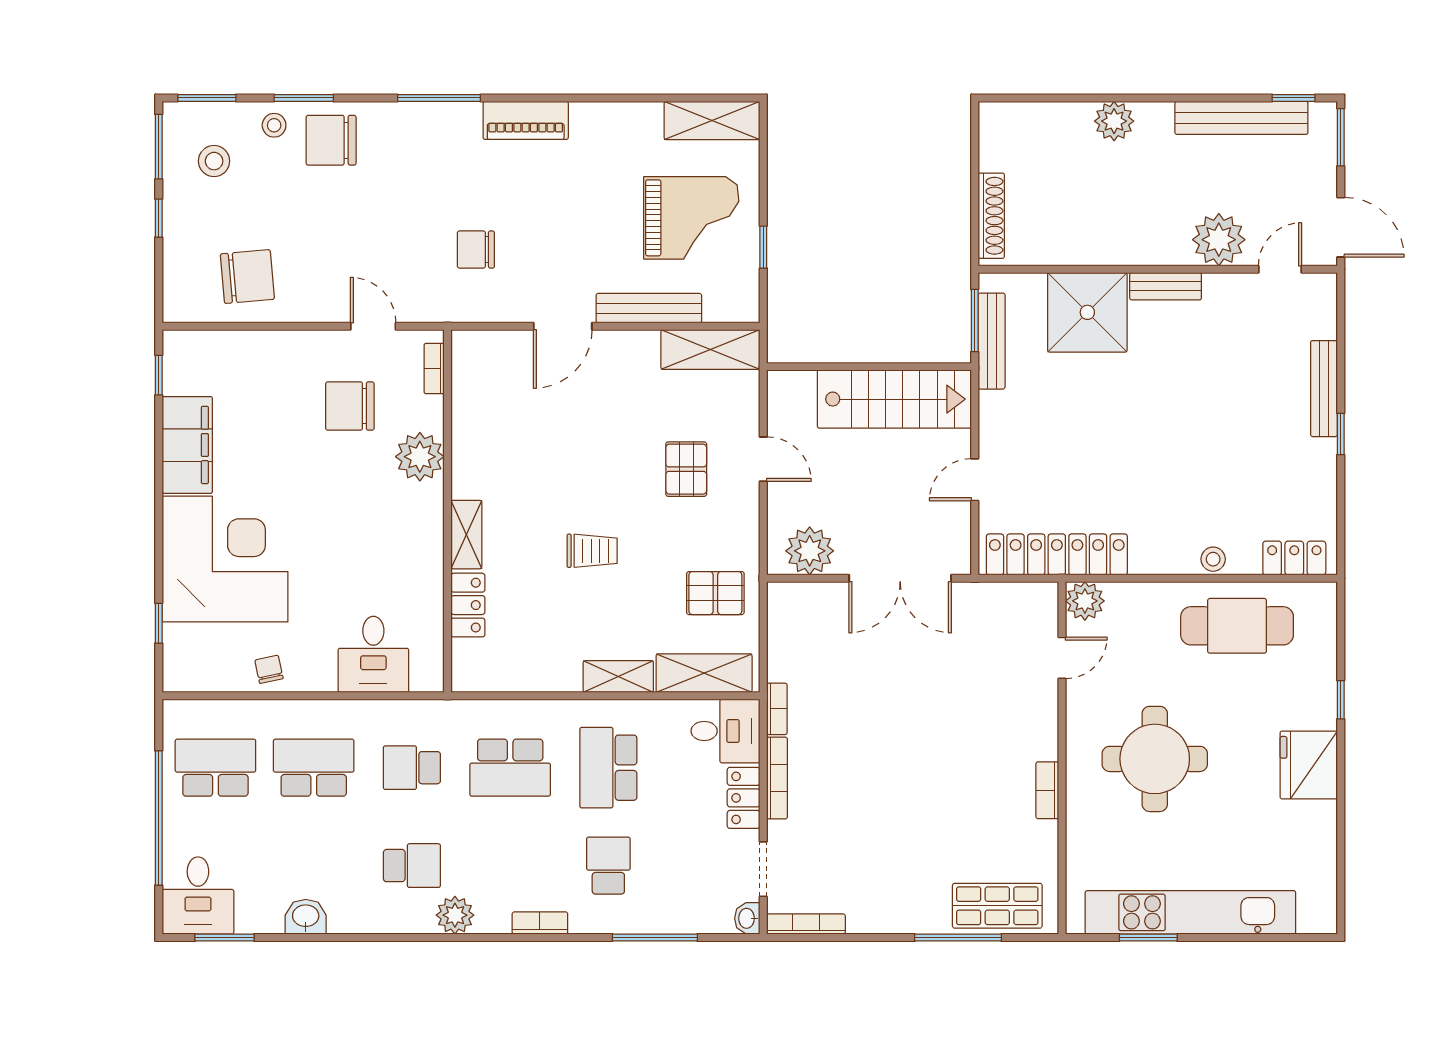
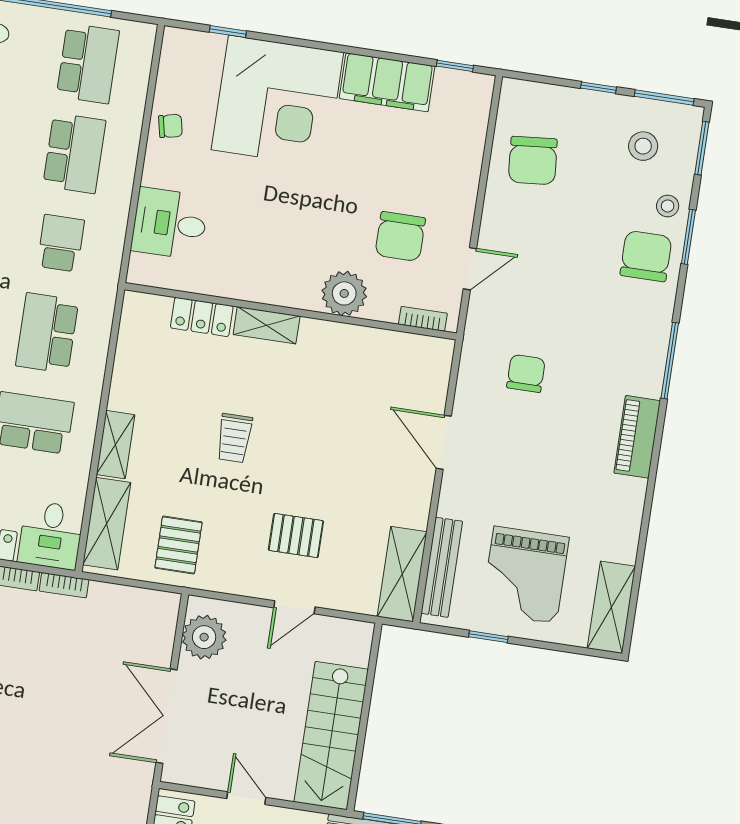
bench: (649, 308) -> (442, 567), moved
chair: (350, 406) -> (400, 236), turned 180

